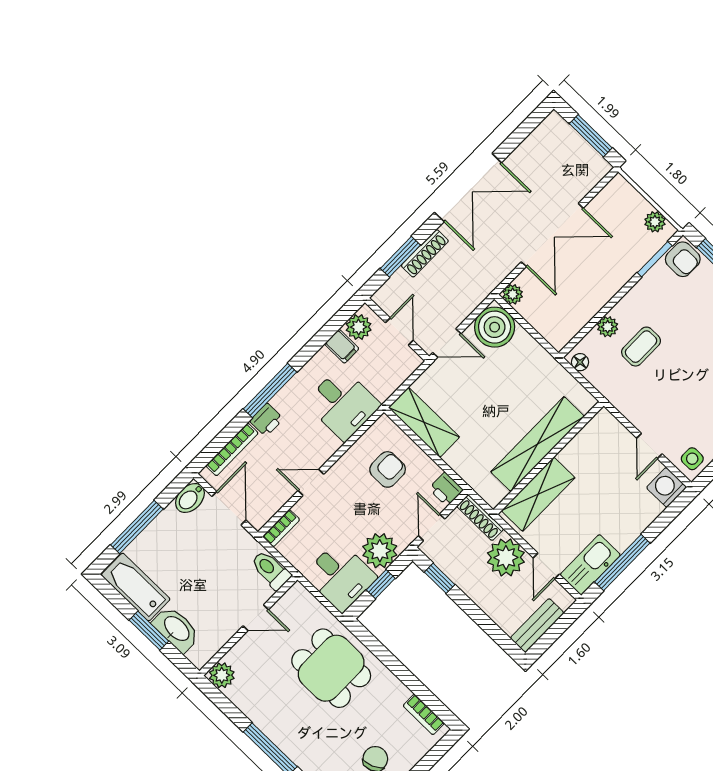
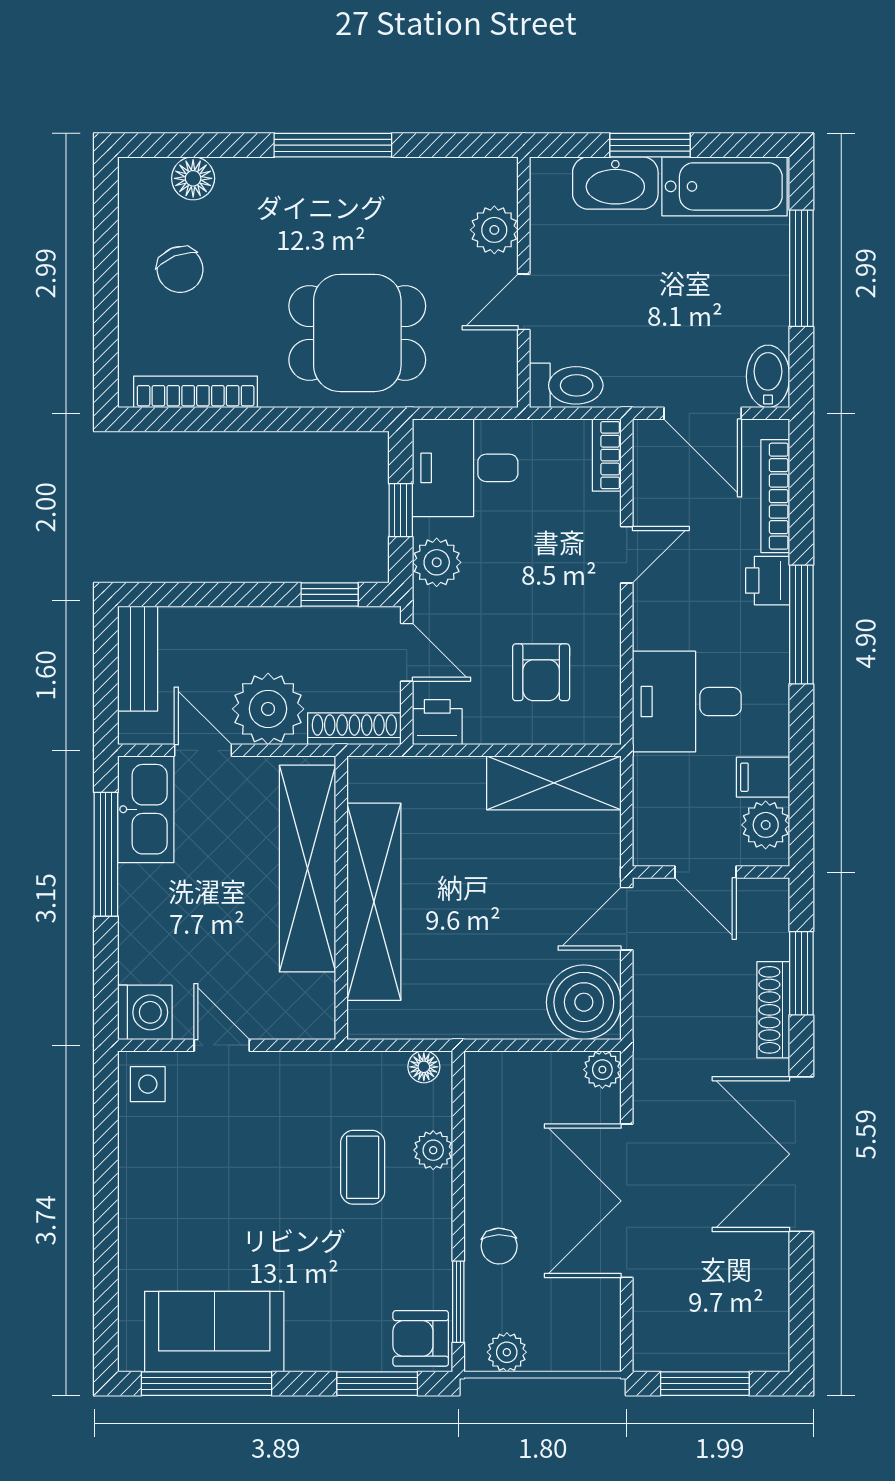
chair: (618, 265) -> (499, 1246), added
shelving: (538, 494) -> (308, 869), width x1.47
plant: (380, 551) -> (437, 562), width x0.73, depth x0.73
plant: (222, 675) -> (494, 230), moved
bookcase: (424, 714) -> (196, 392), width x1.56

